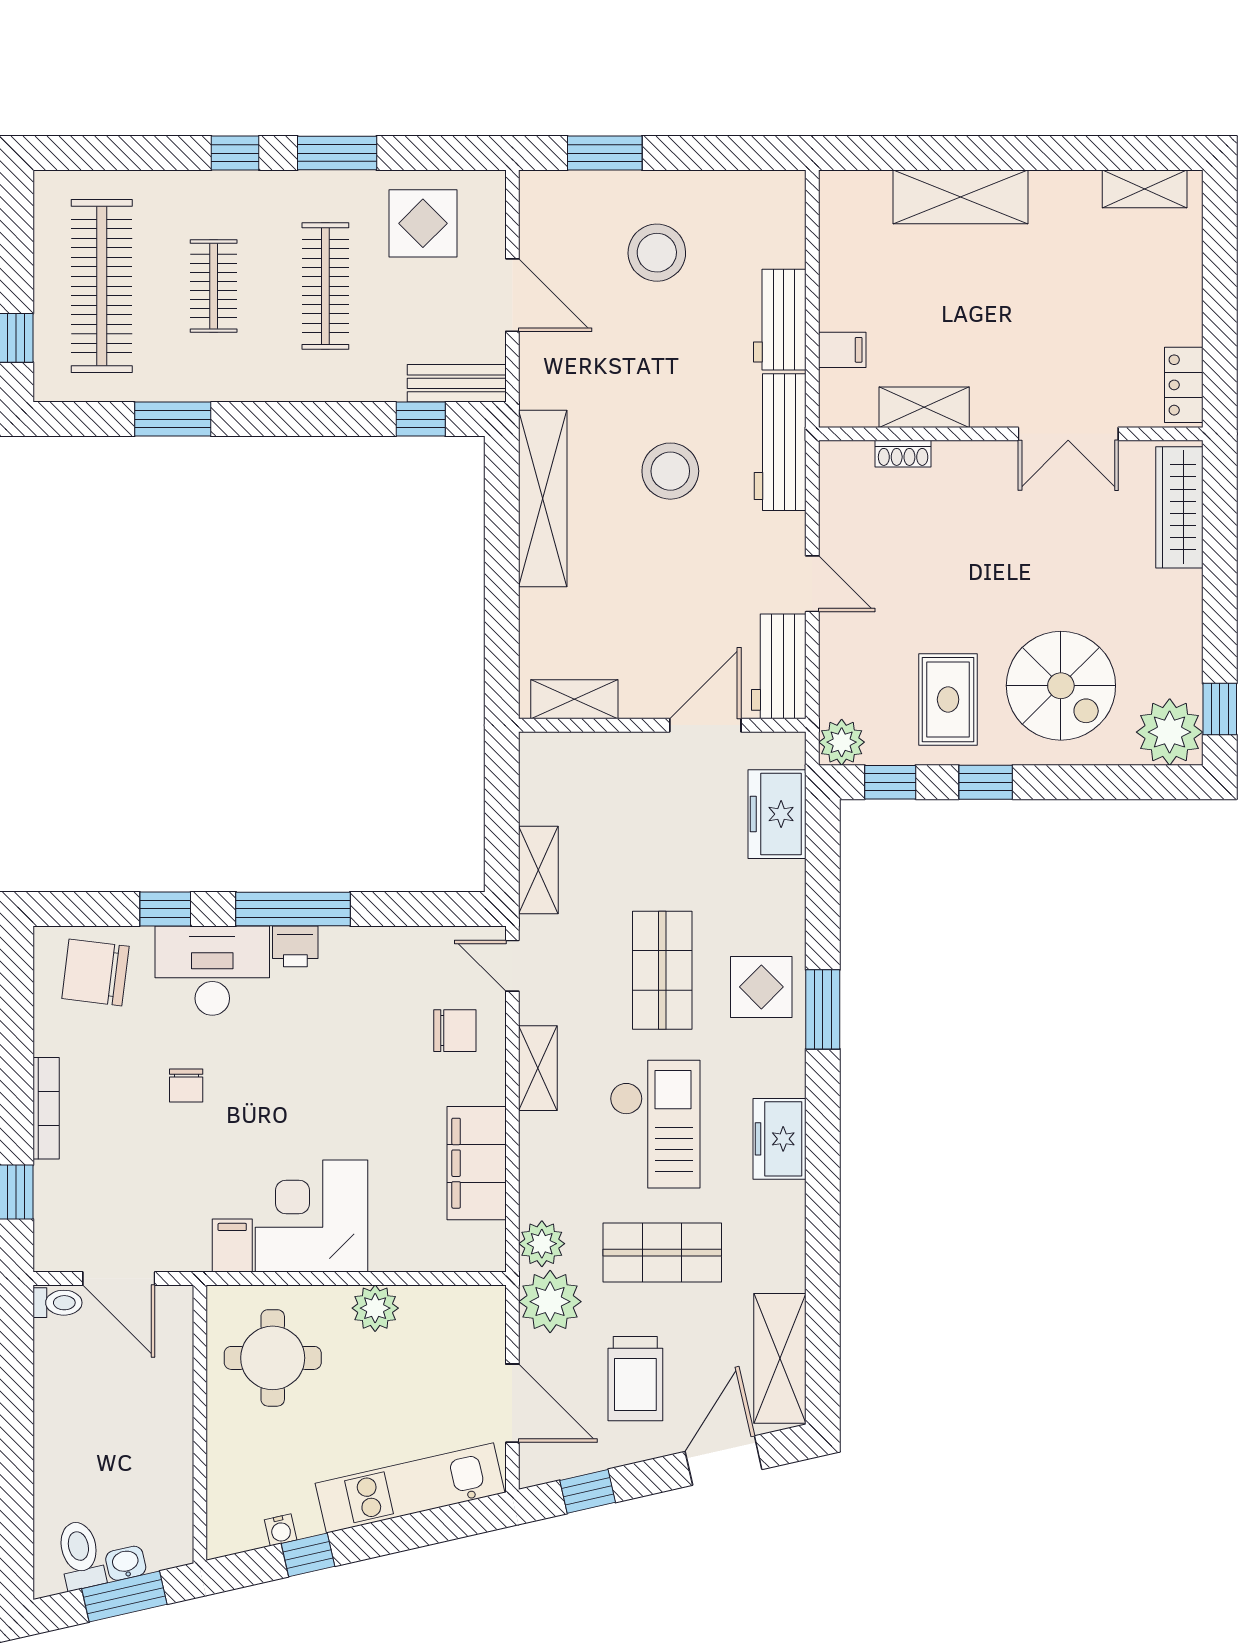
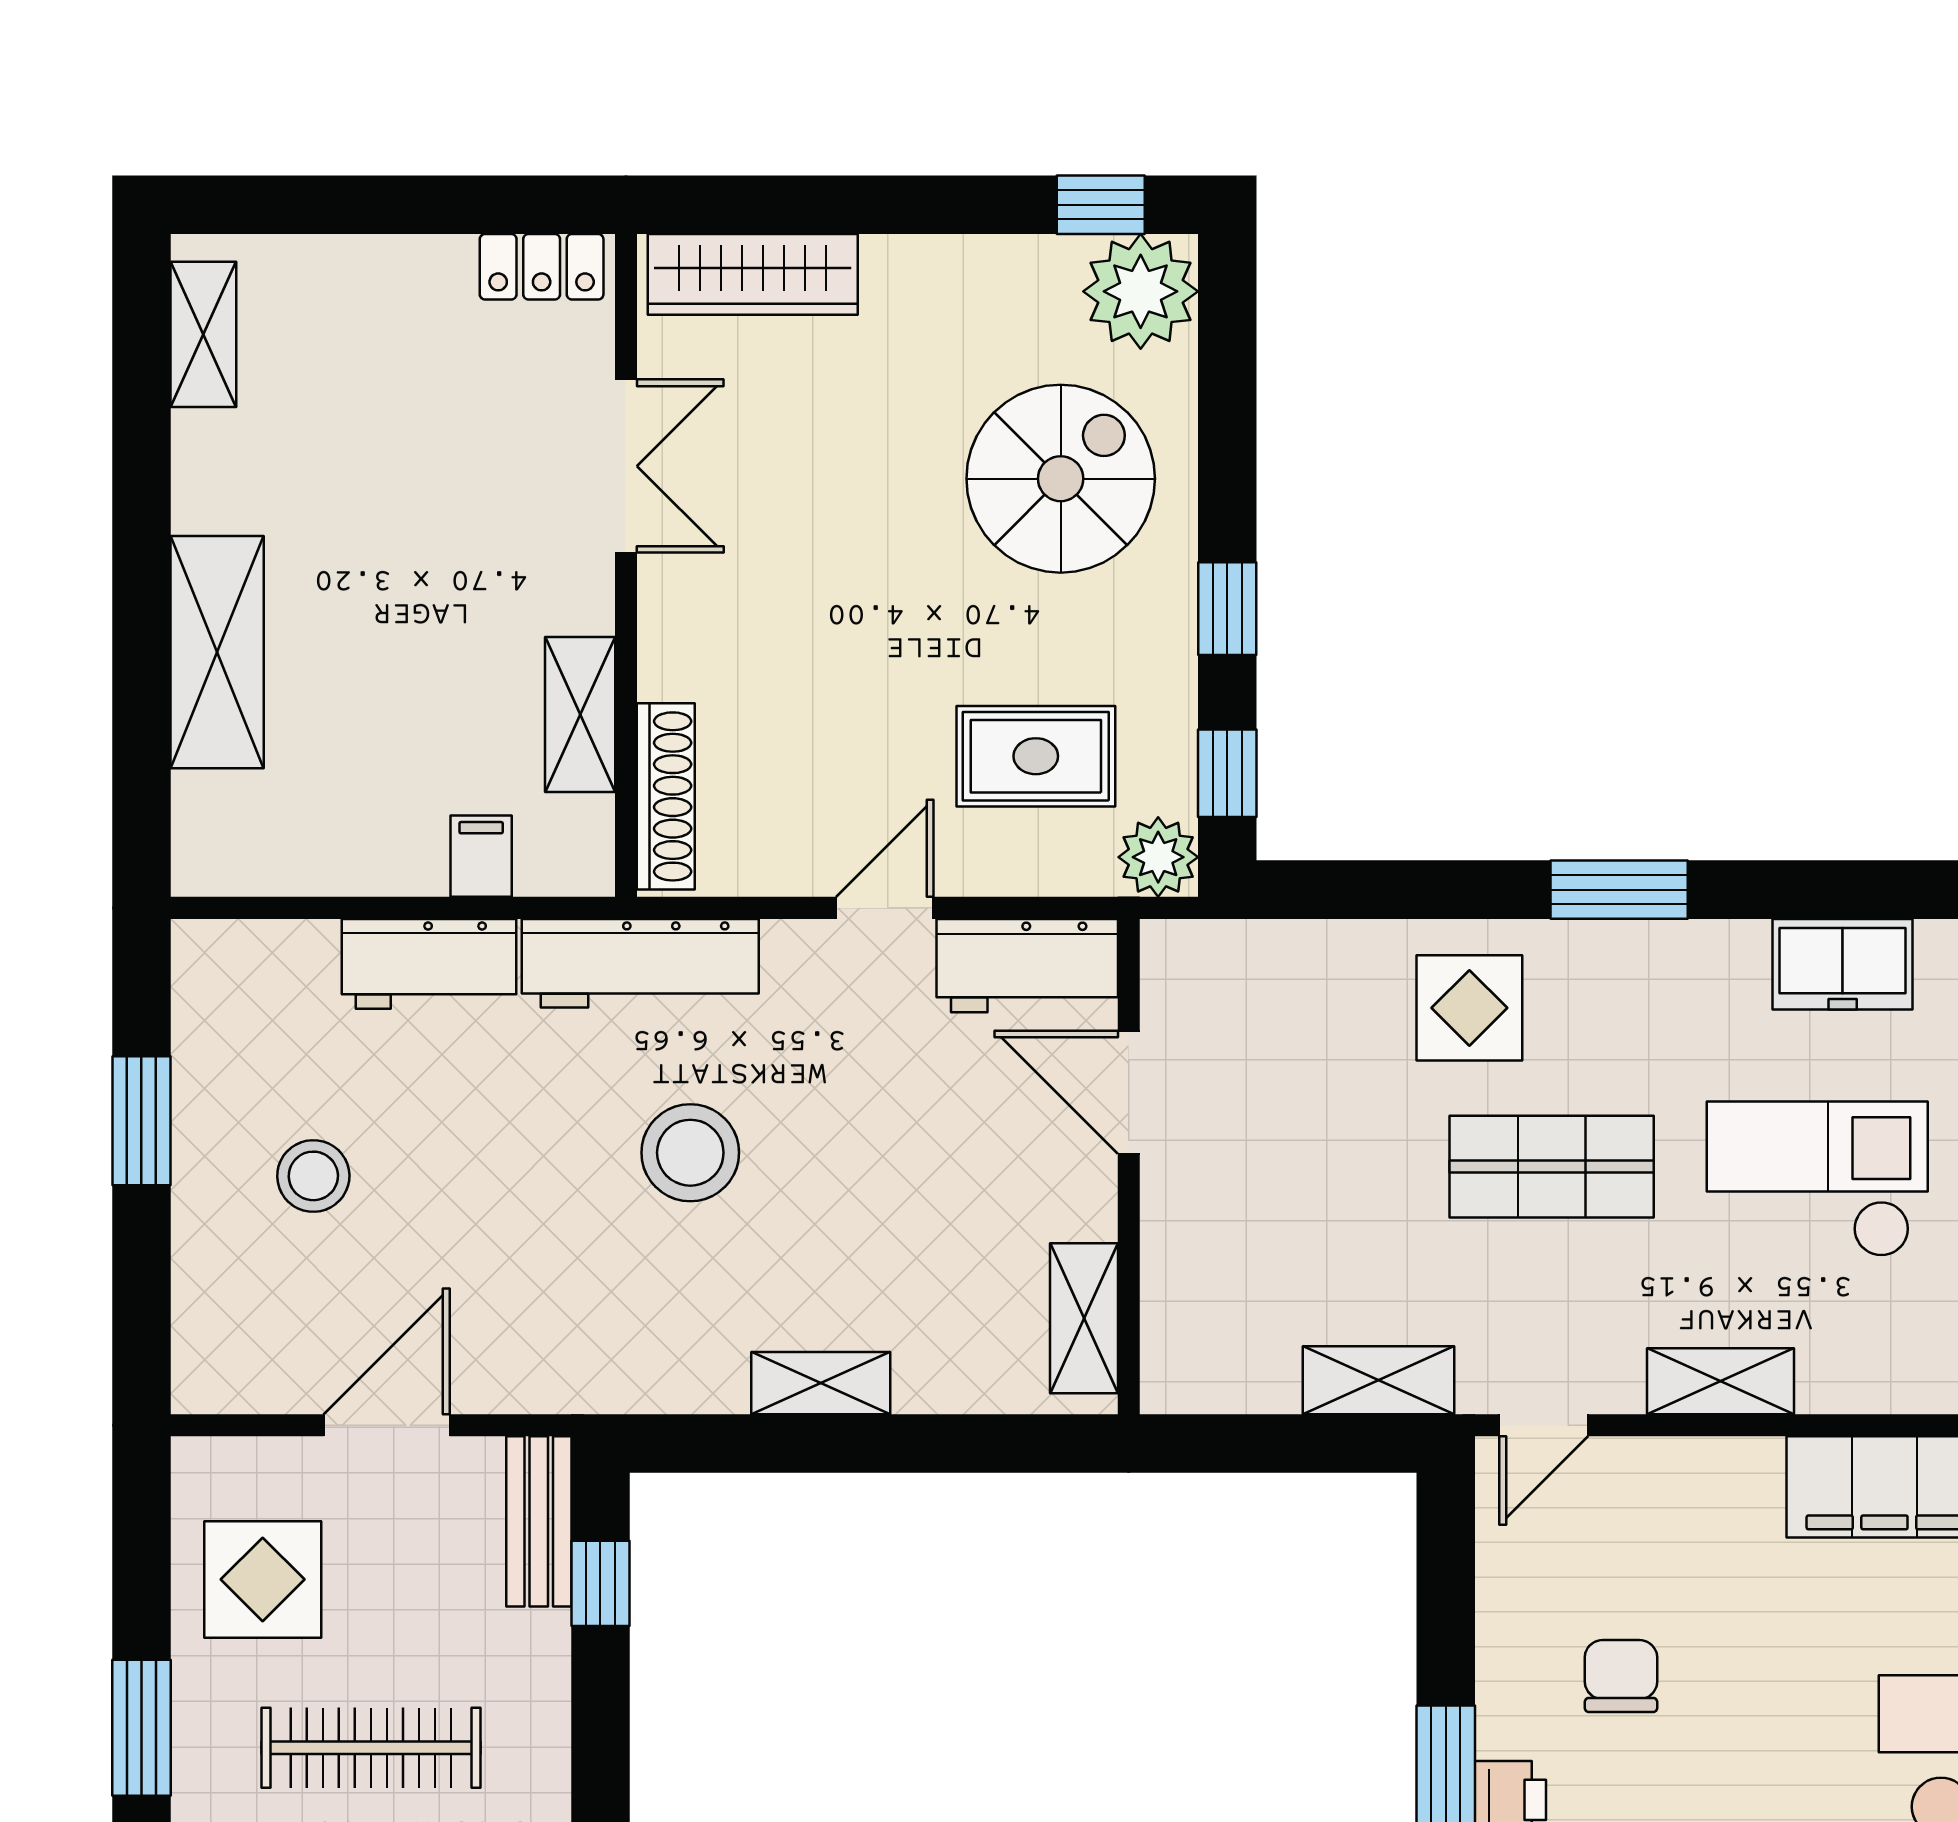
window: (605, 153) -> (141, 1121), moved
stool: (657, 253) -> (313, 1176), width x0.73, depth x0.73
shoe rack: (903, 454) -> (666, 796), width x1.94, depth x1.24
shelving: (543, 498) -> (821, 1383), width x0.45, depth x0.75
rug: (948, 700) -> (1036, 756), moved
freezer: (777, 814) -> (1282, 969), removed
display table: (761, 987) -> (1469, 1008), moved
chair: (455, 1031) -> (1621, 1676), moved

